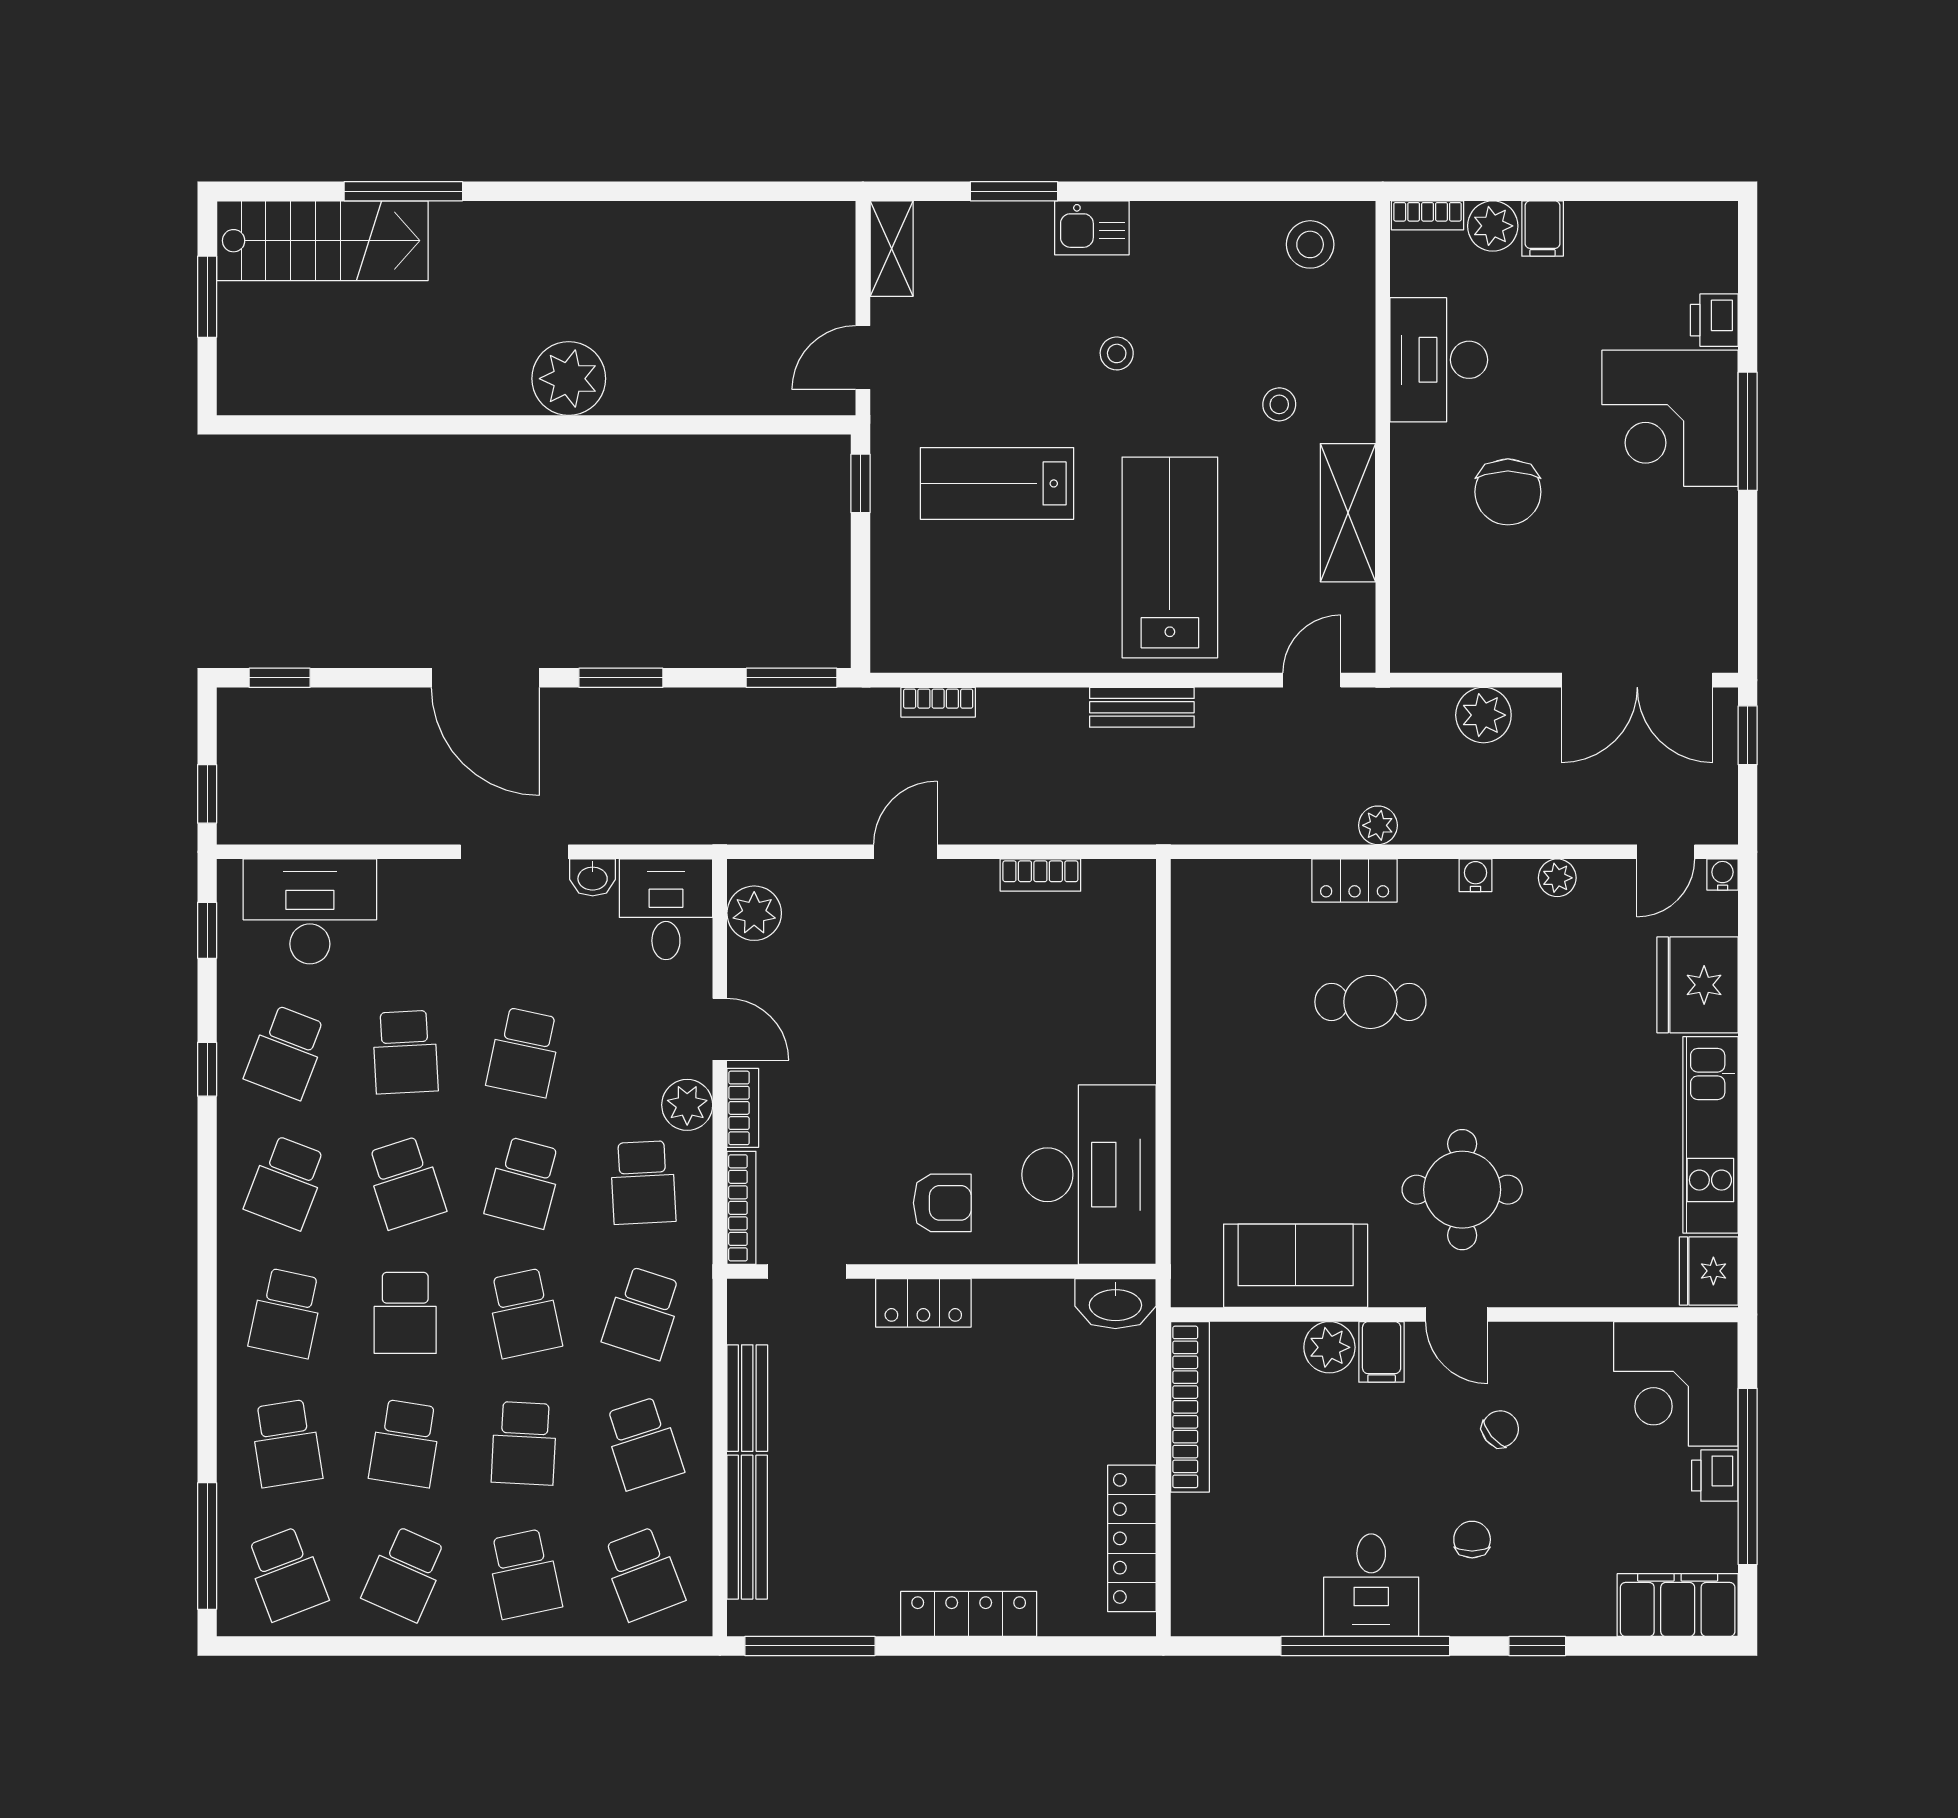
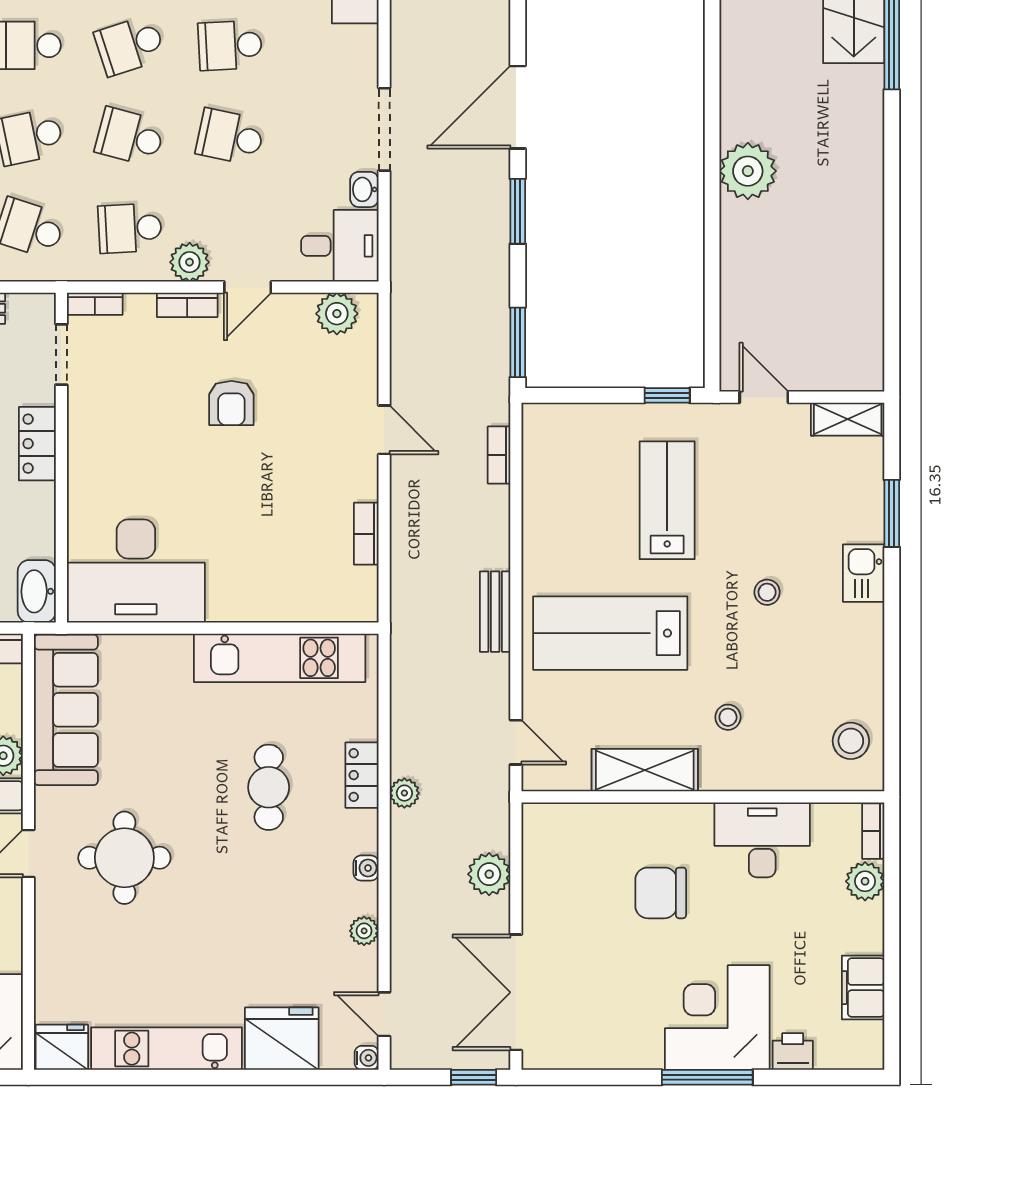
filing cabinet: (1543, 228) -> (863, 988), moved, width x2.00
lab bench: (1170, 557) -> (610, 633), turned 180
kitchen unit: (1202, 988) -> (280, 658), added
armchair: (942, 1203) -> (231, 403), moved
bookcase: (741, 1208) -> (95, 304), width x0.64
sofa: (1296, 1266) -> (66, 710), width x1.36

